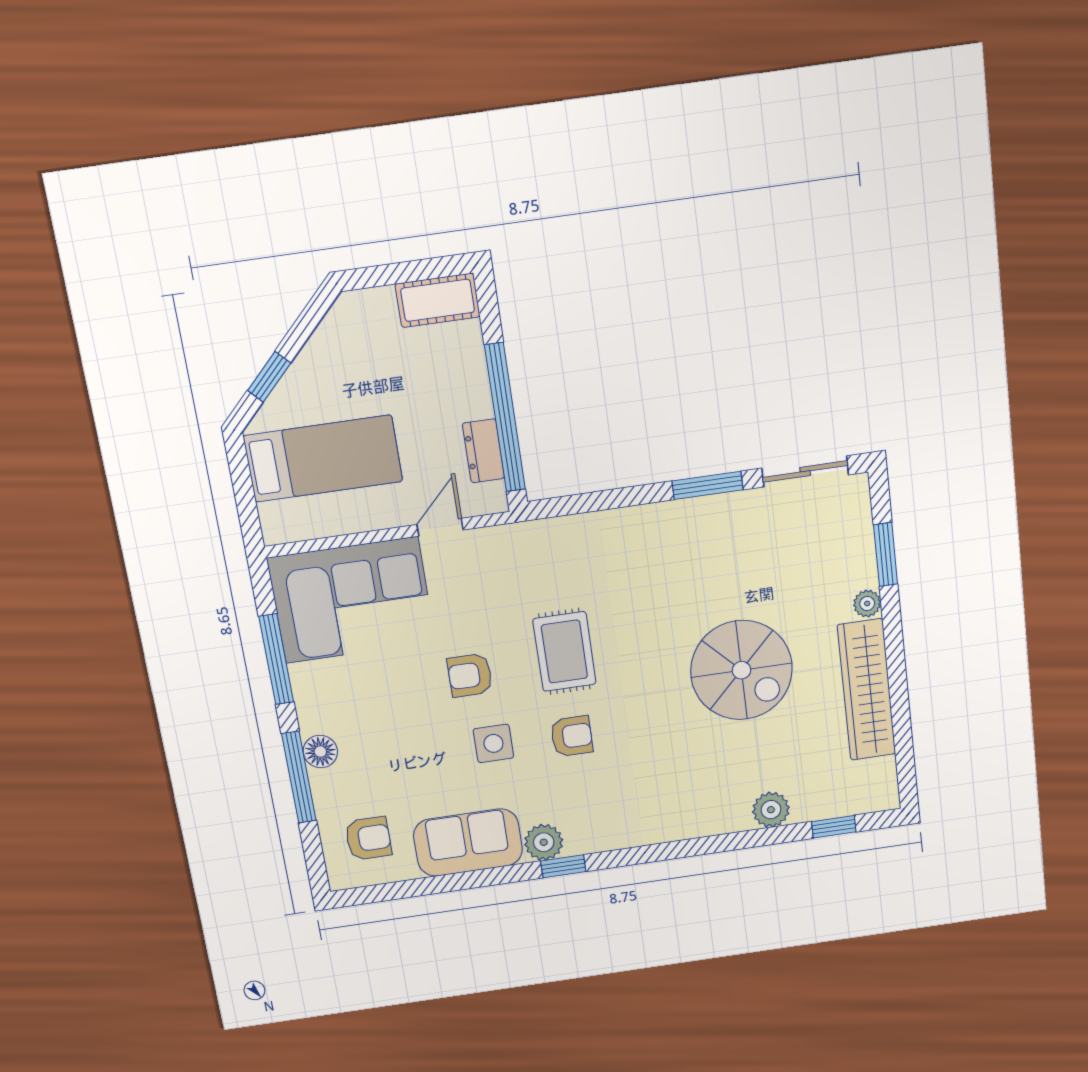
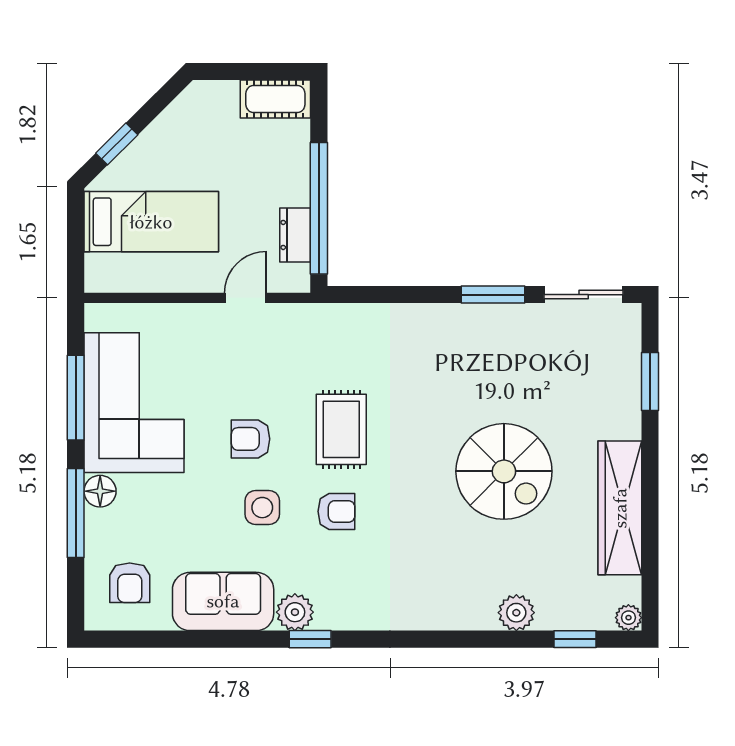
corner sofa: (352, 600) -> (134, 403), moved, turned -90
plant: (867, 604) -> (628, 618), moved
armchair: (368, 838) -> (130, 583), turned 90

